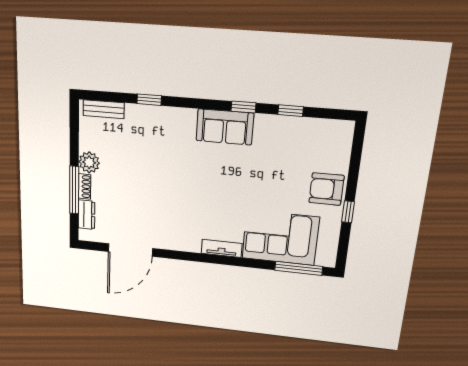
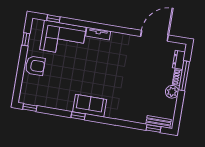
window: (149, 100) -> (153, 128), moved
window: (291, 111) -> (30, 108), moved
window: (348, 212) -> (26, 39), moved
window: (299, 268) -> (53, 19), width x0.46

